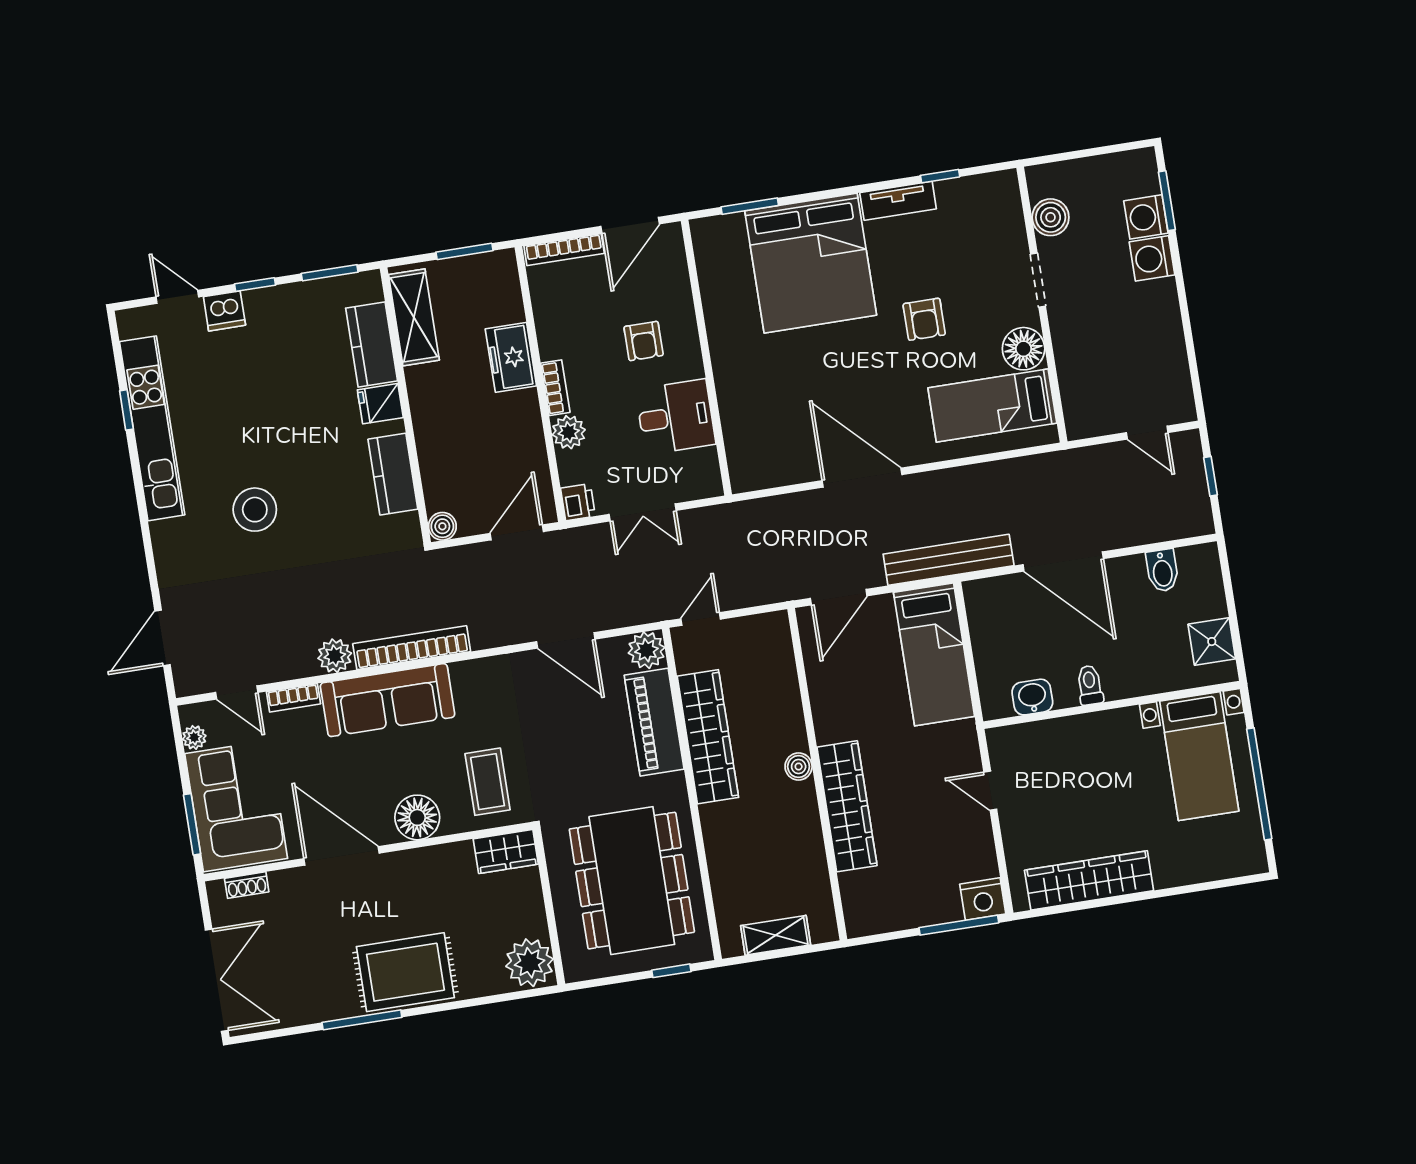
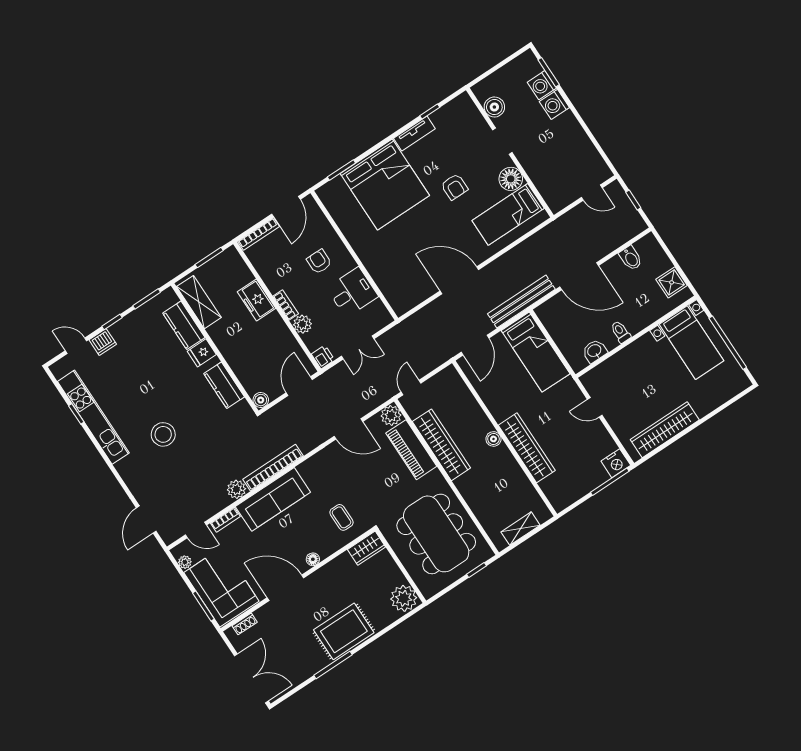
armchair: (644, 341) -> (319, 262), turned 180
coffee table: (488, 782) -> (341, 517), width x0.73, depth x0.77
floor lamp: (417, 817) -> (313, 559), width x0.53, depth x0.53

